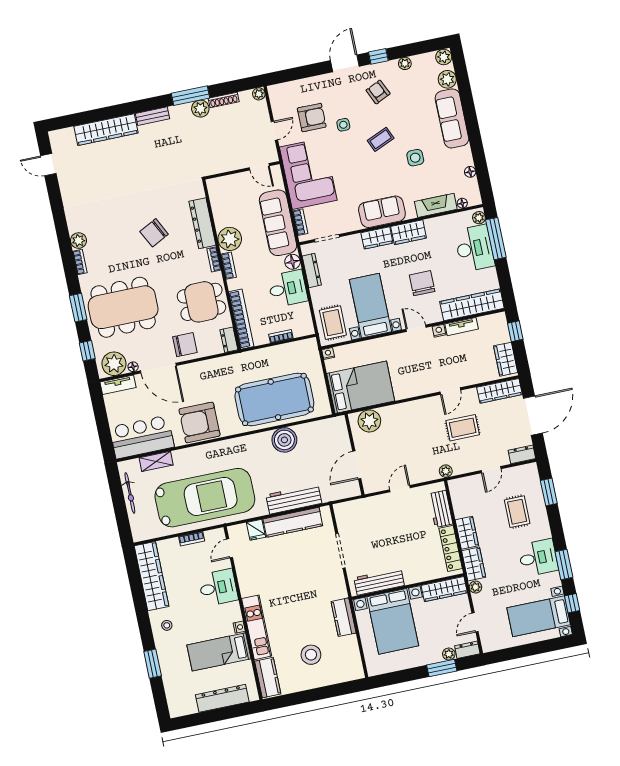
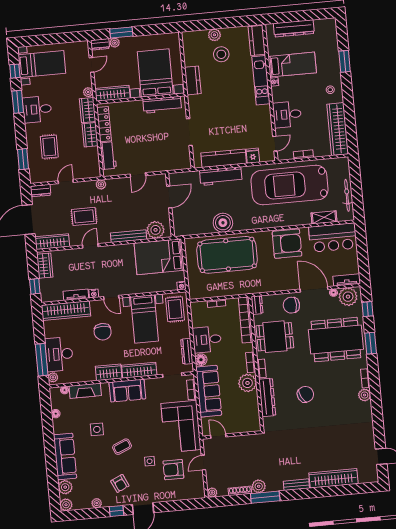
wardrobe: (377, 238) -> (139, 370), width x1.50
bench: (403, 409) -> (129, 236), added
plant: (323, 679) -> (214, 35), added

